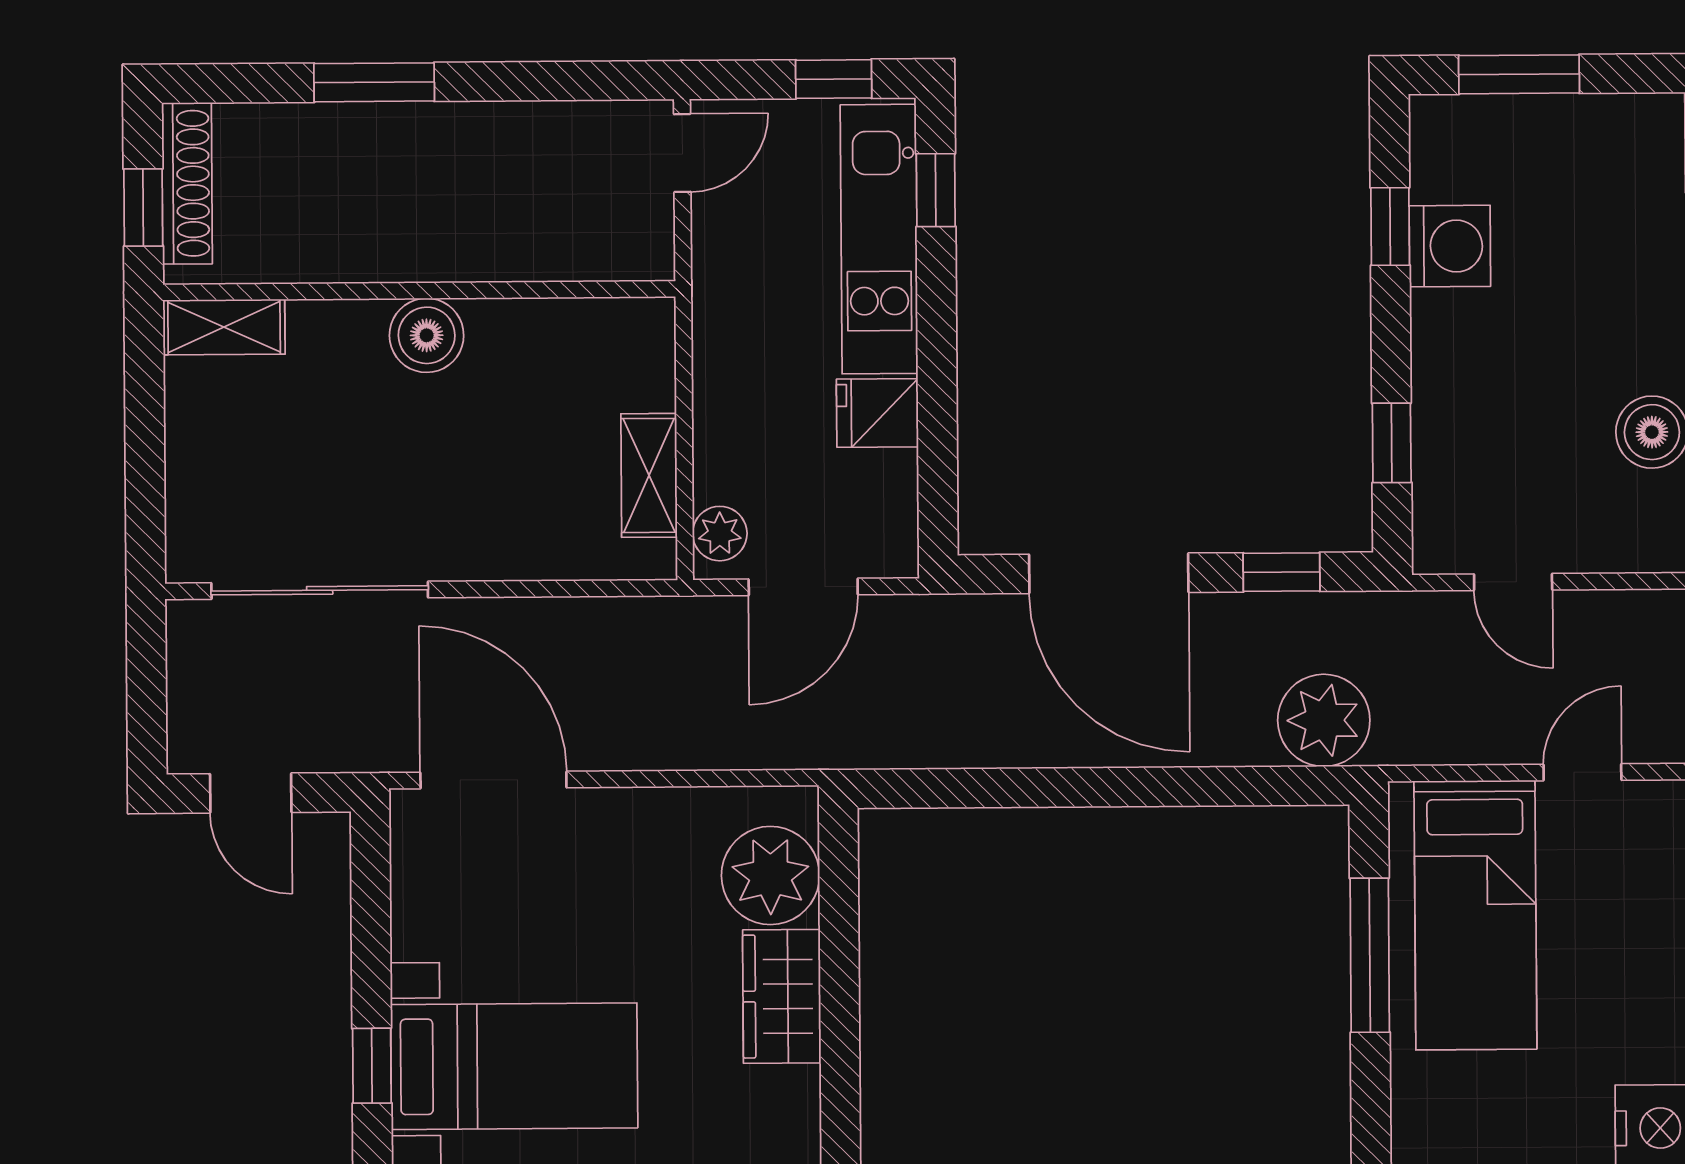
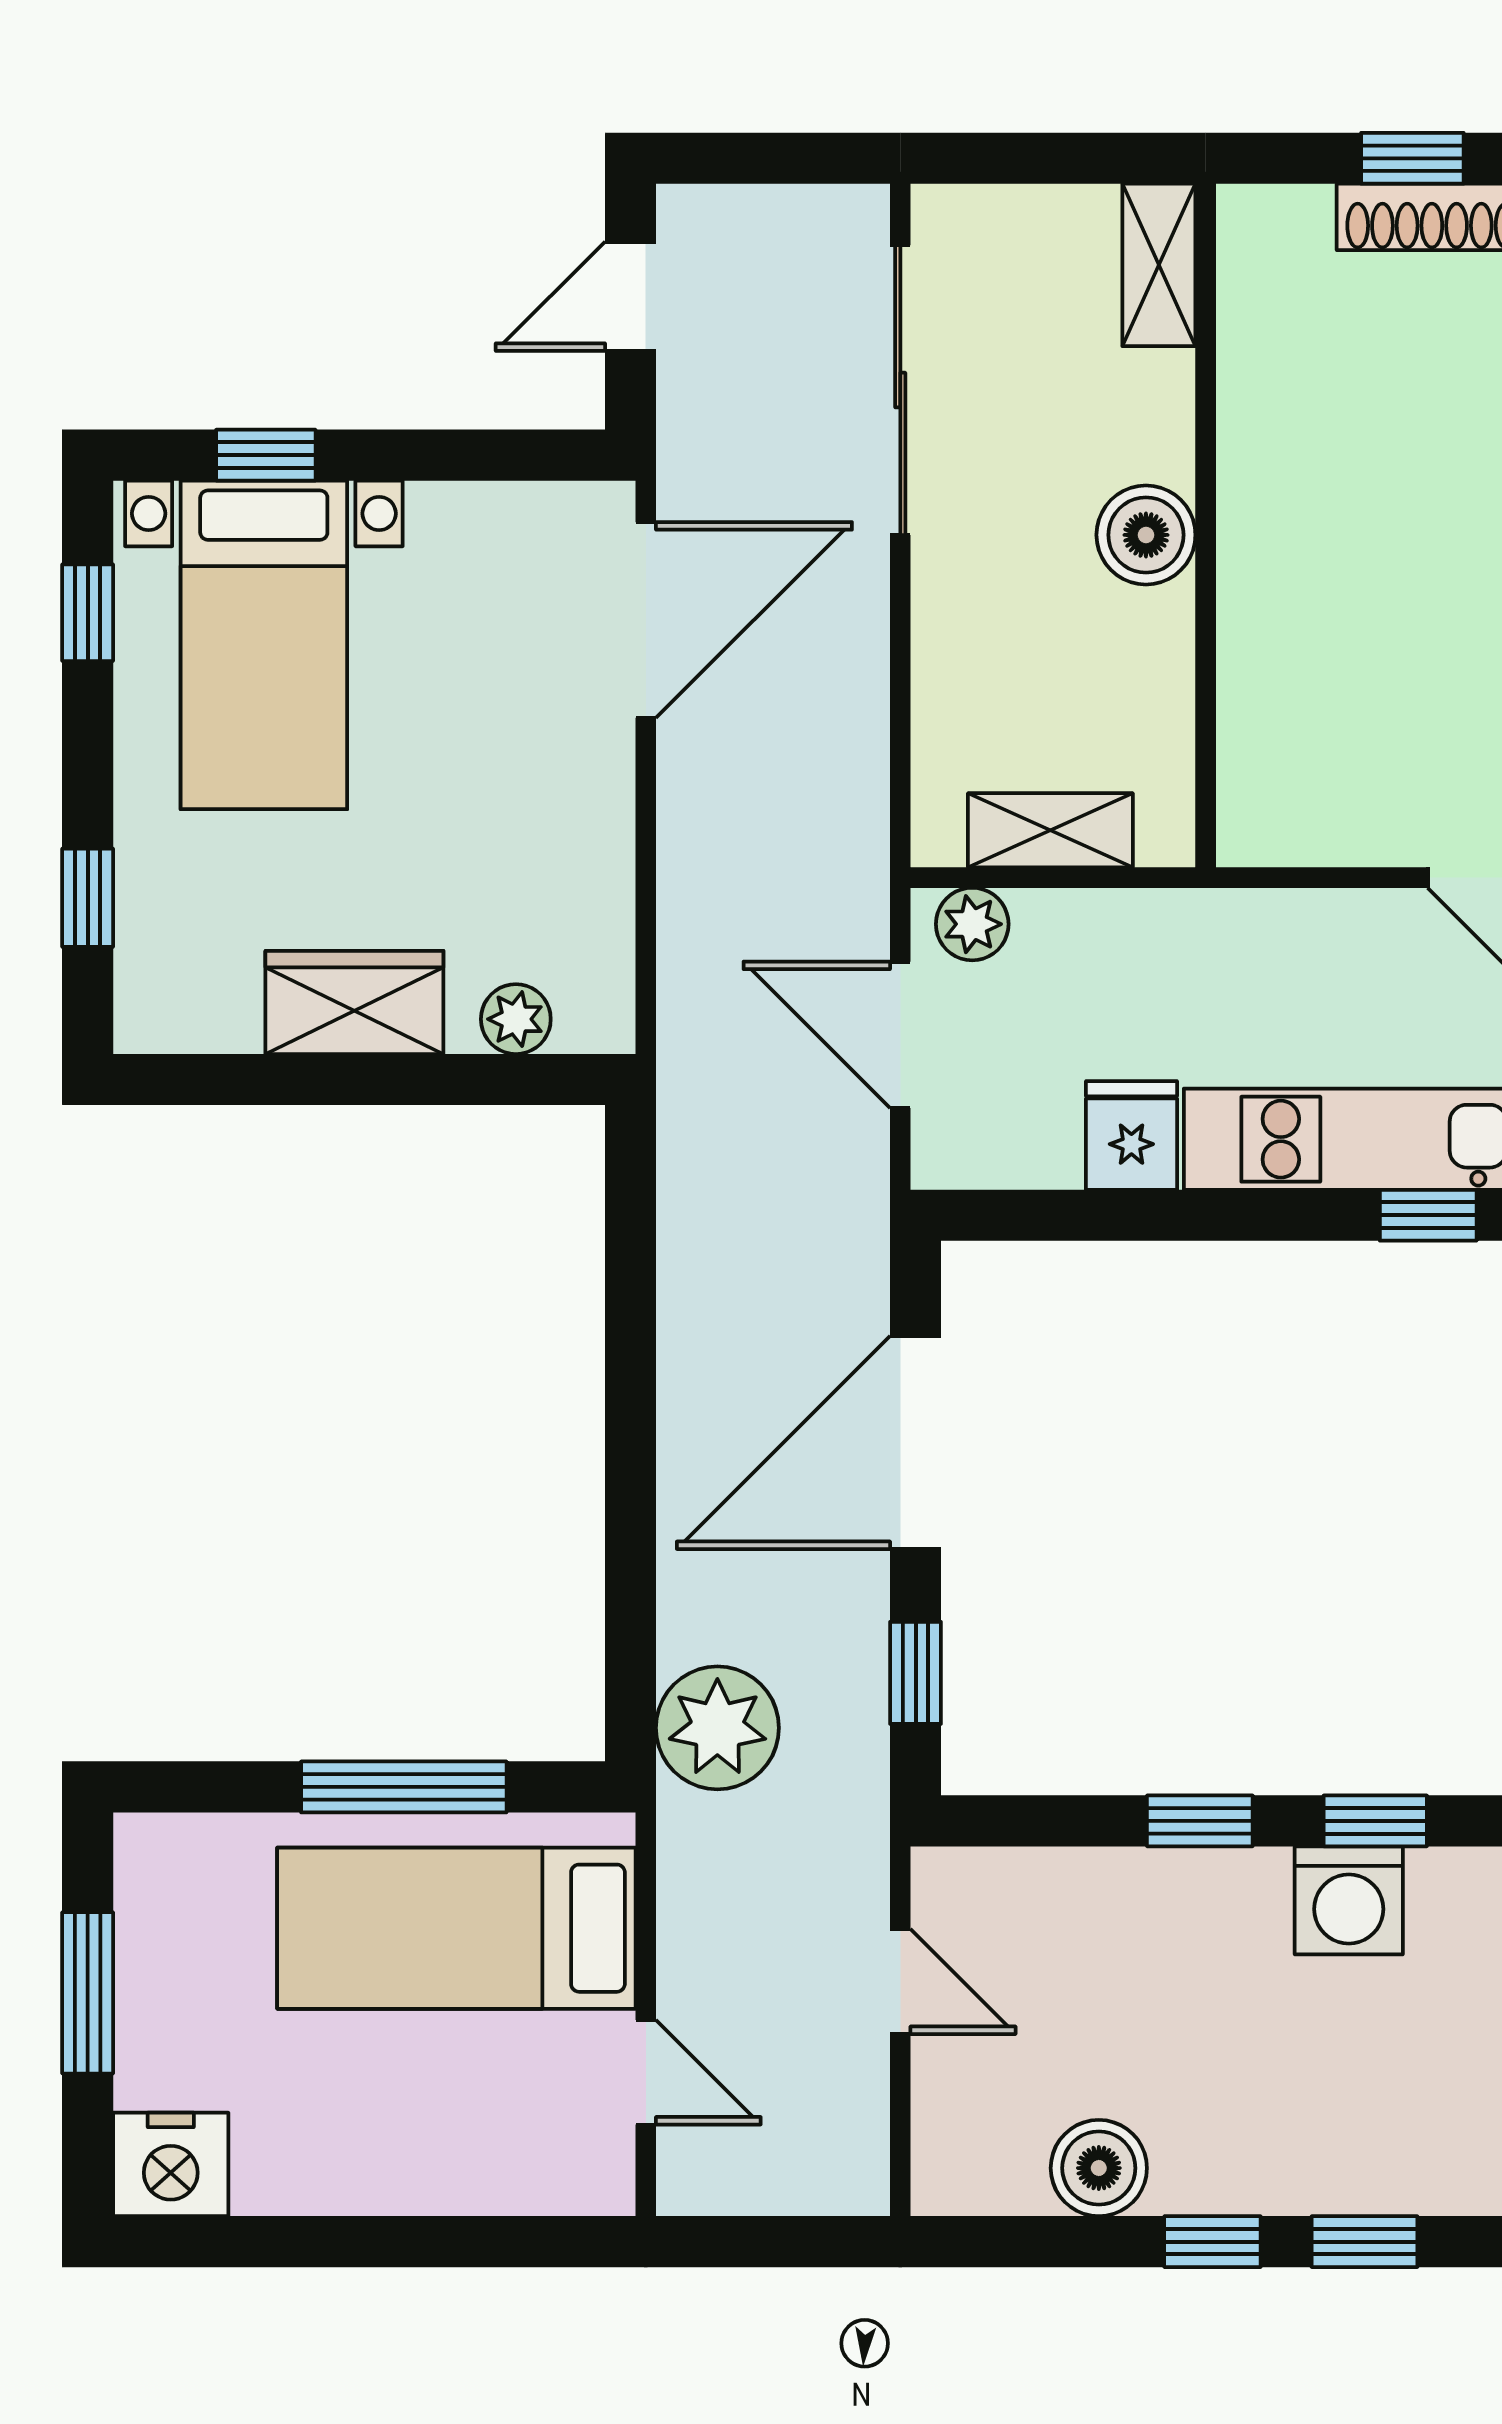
wall: (419, 291) -> (1206, 526), moved
shelving: (224, 327) -> (1159, 265), moved
boiler: (427, 335) -> (1146, 535), moved
window: (1392, 443) -> (1200, 1821), moved
door: (1513, 582) -> (900, 1981), swing flipped
plant: (770, 875) -> (516, 1019), width x0.53, depth x0.53

